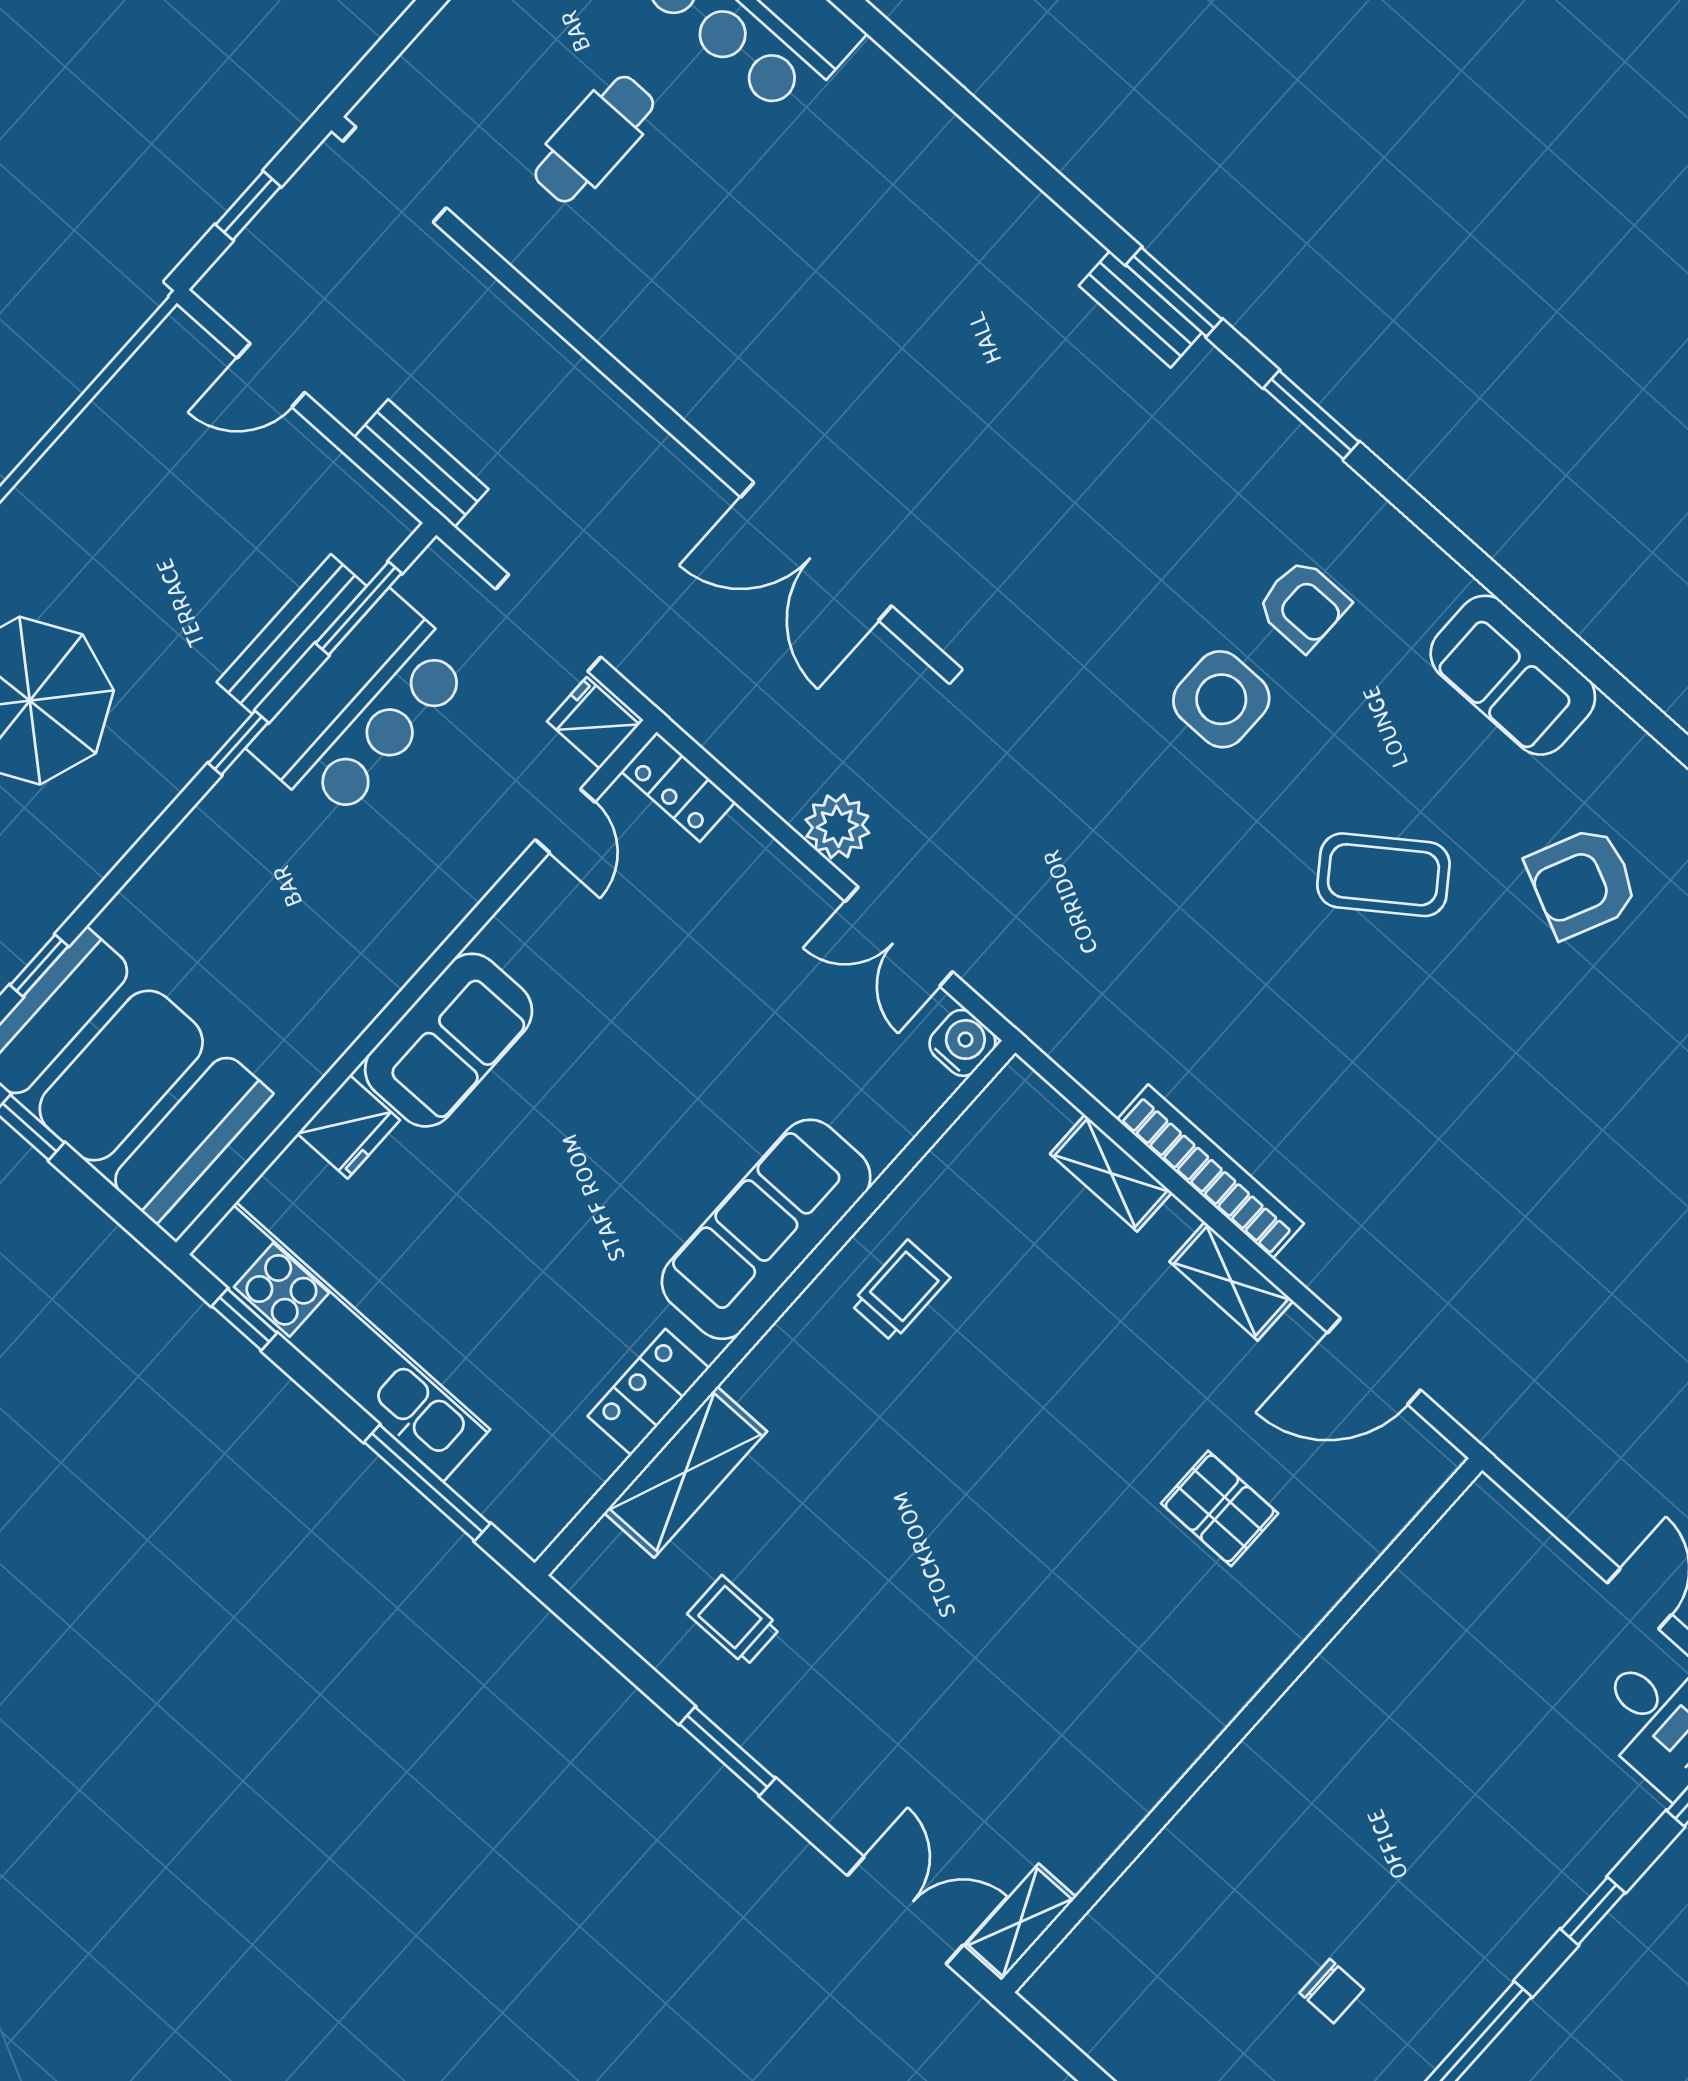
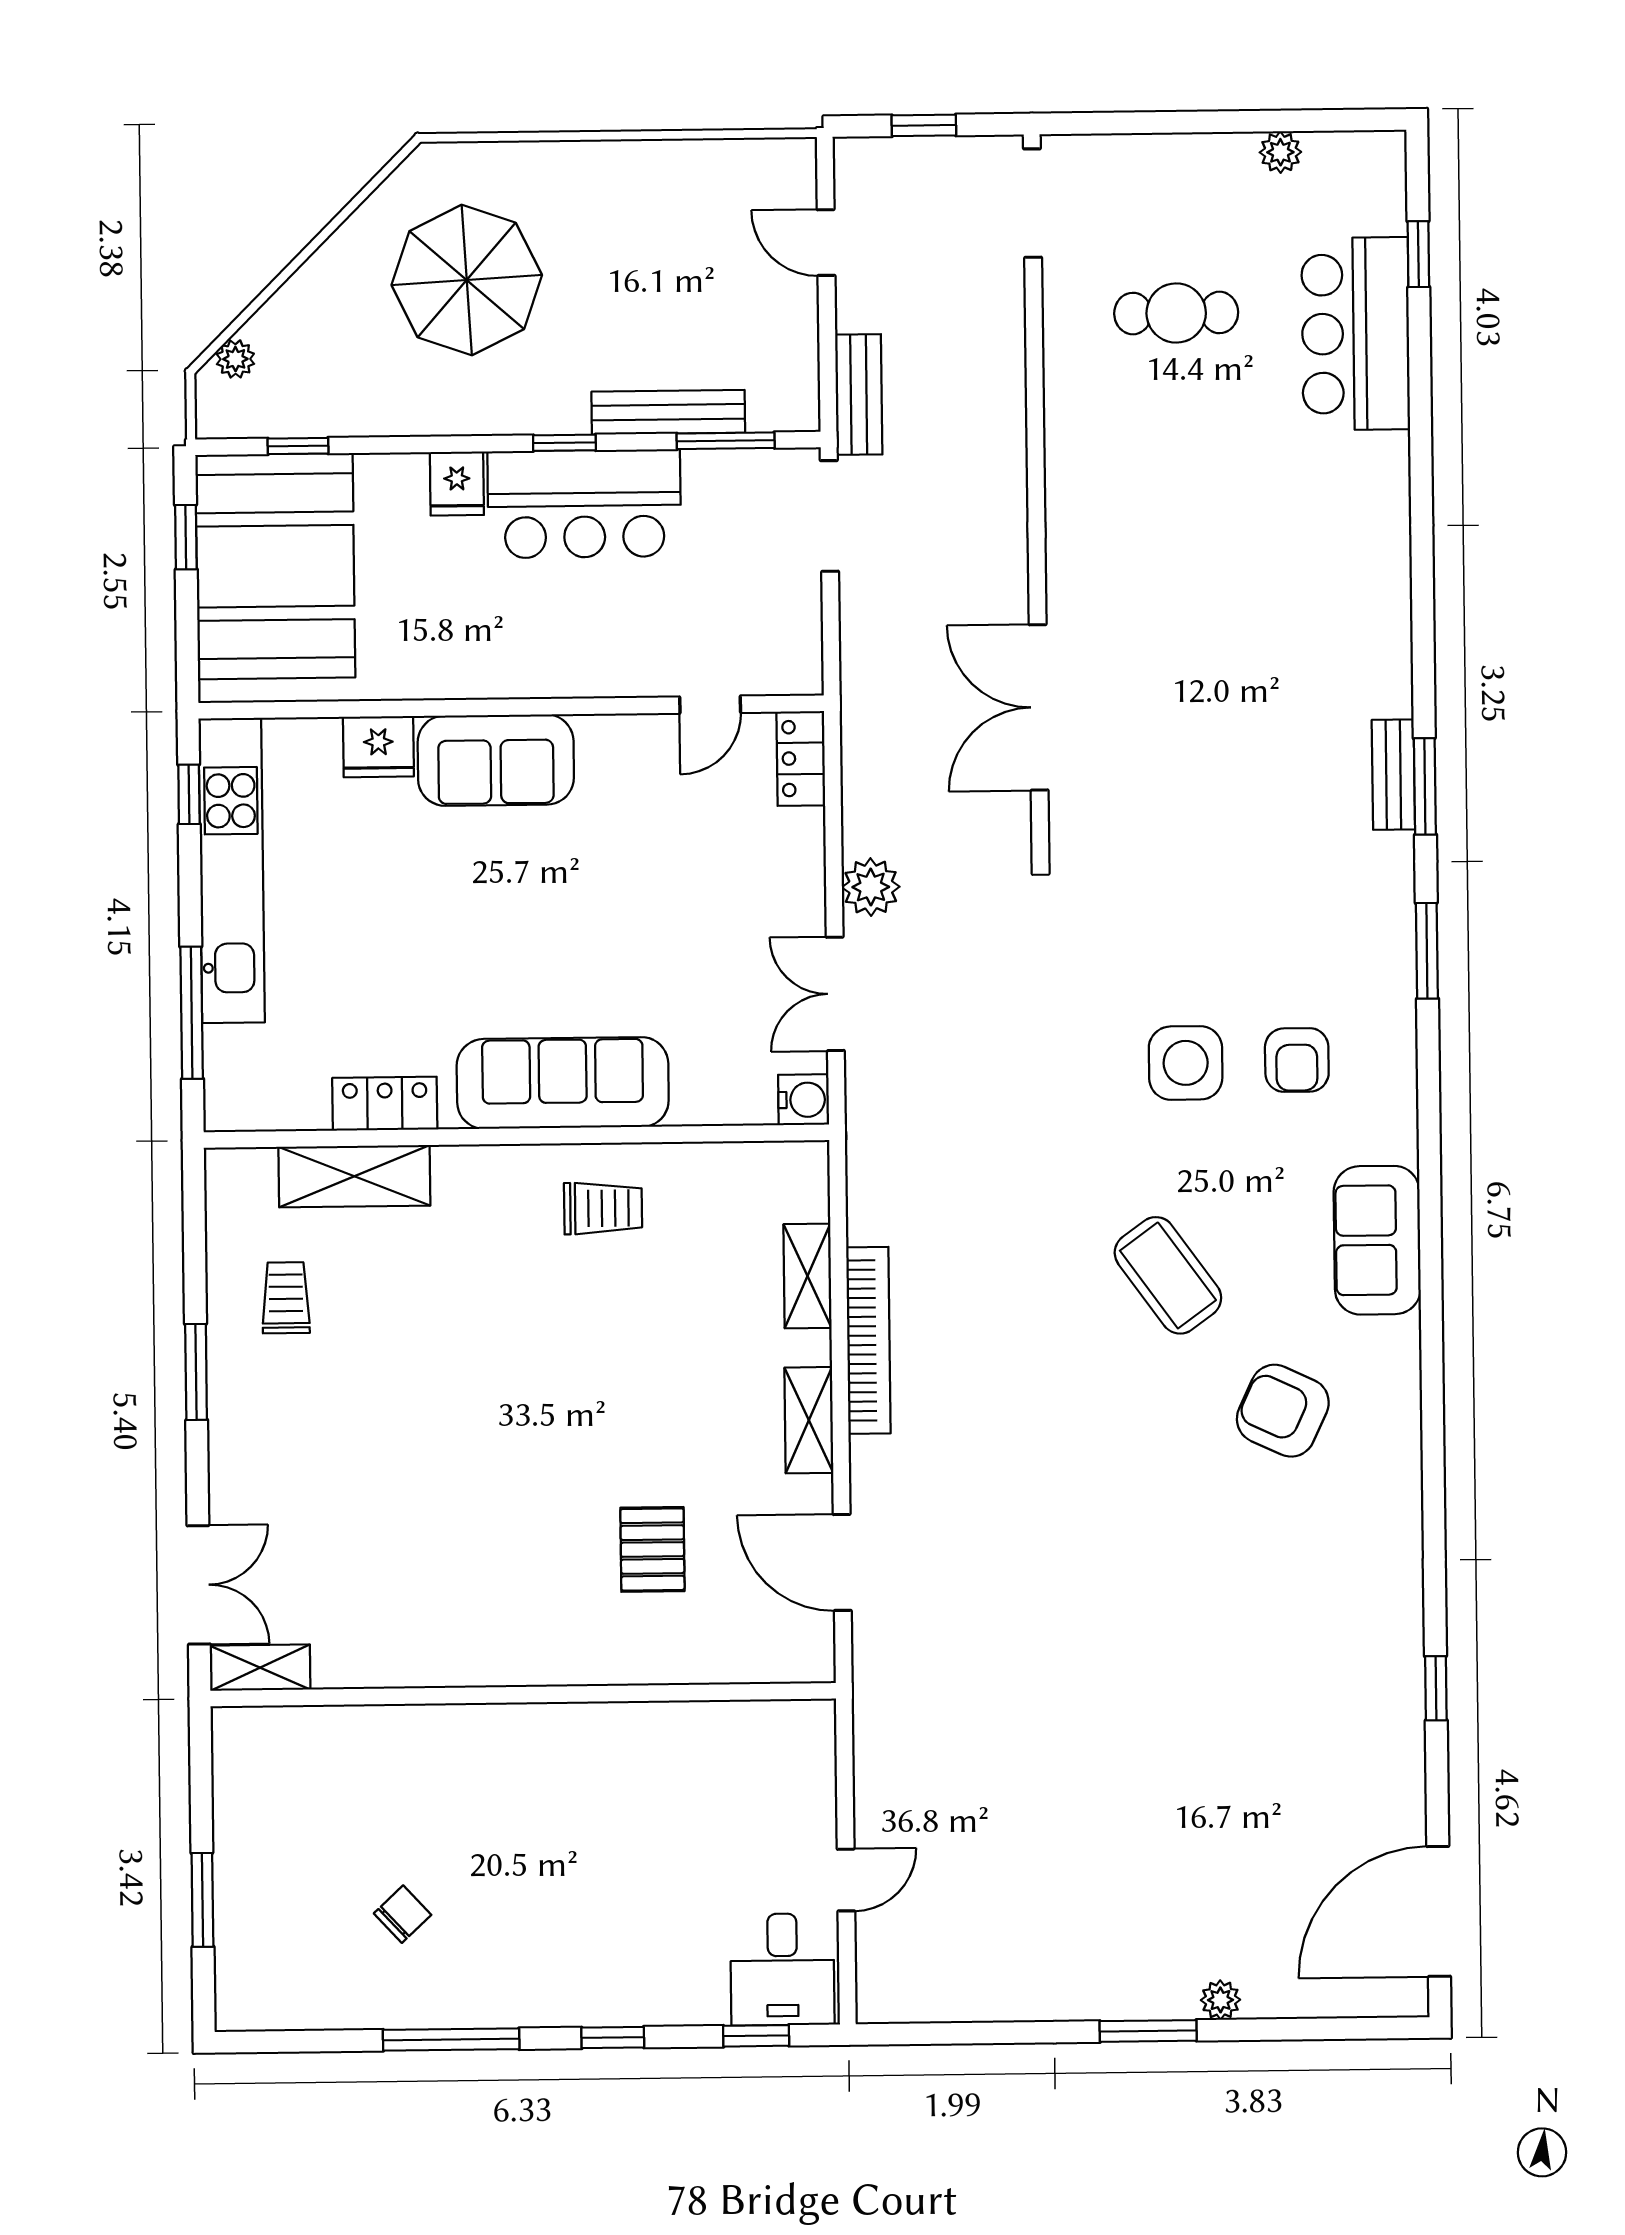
doorway: (548, 623) -> (829, 516), moved
bar counter: (362, 708) -> (584, 504), moved
fridge: (593, 723) -> (457, 483), moved, turned 180
chair: (1332, 1991) -> (403, 1914), turned -133

